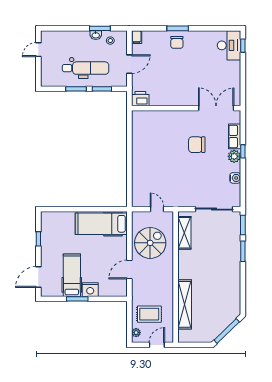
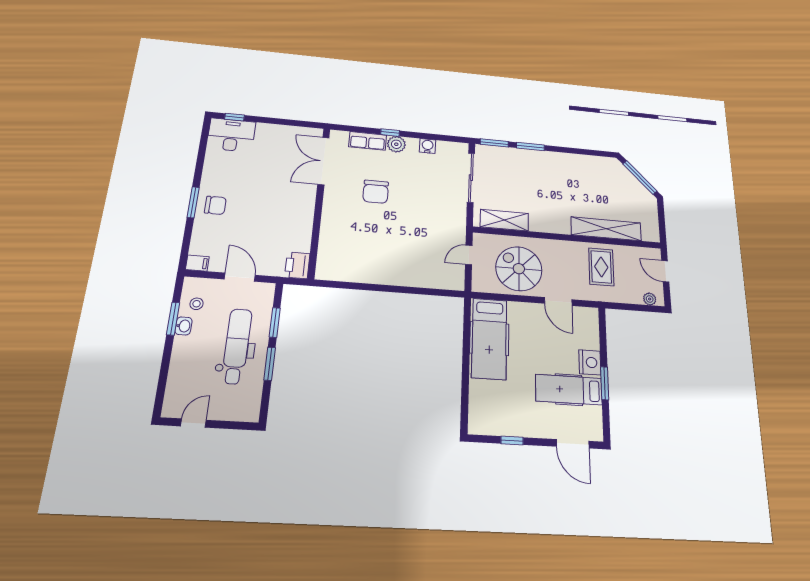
door: (38, 50) -> (193, 423), swing flipped
rug: (149, 314) -> (601, 267), moved

